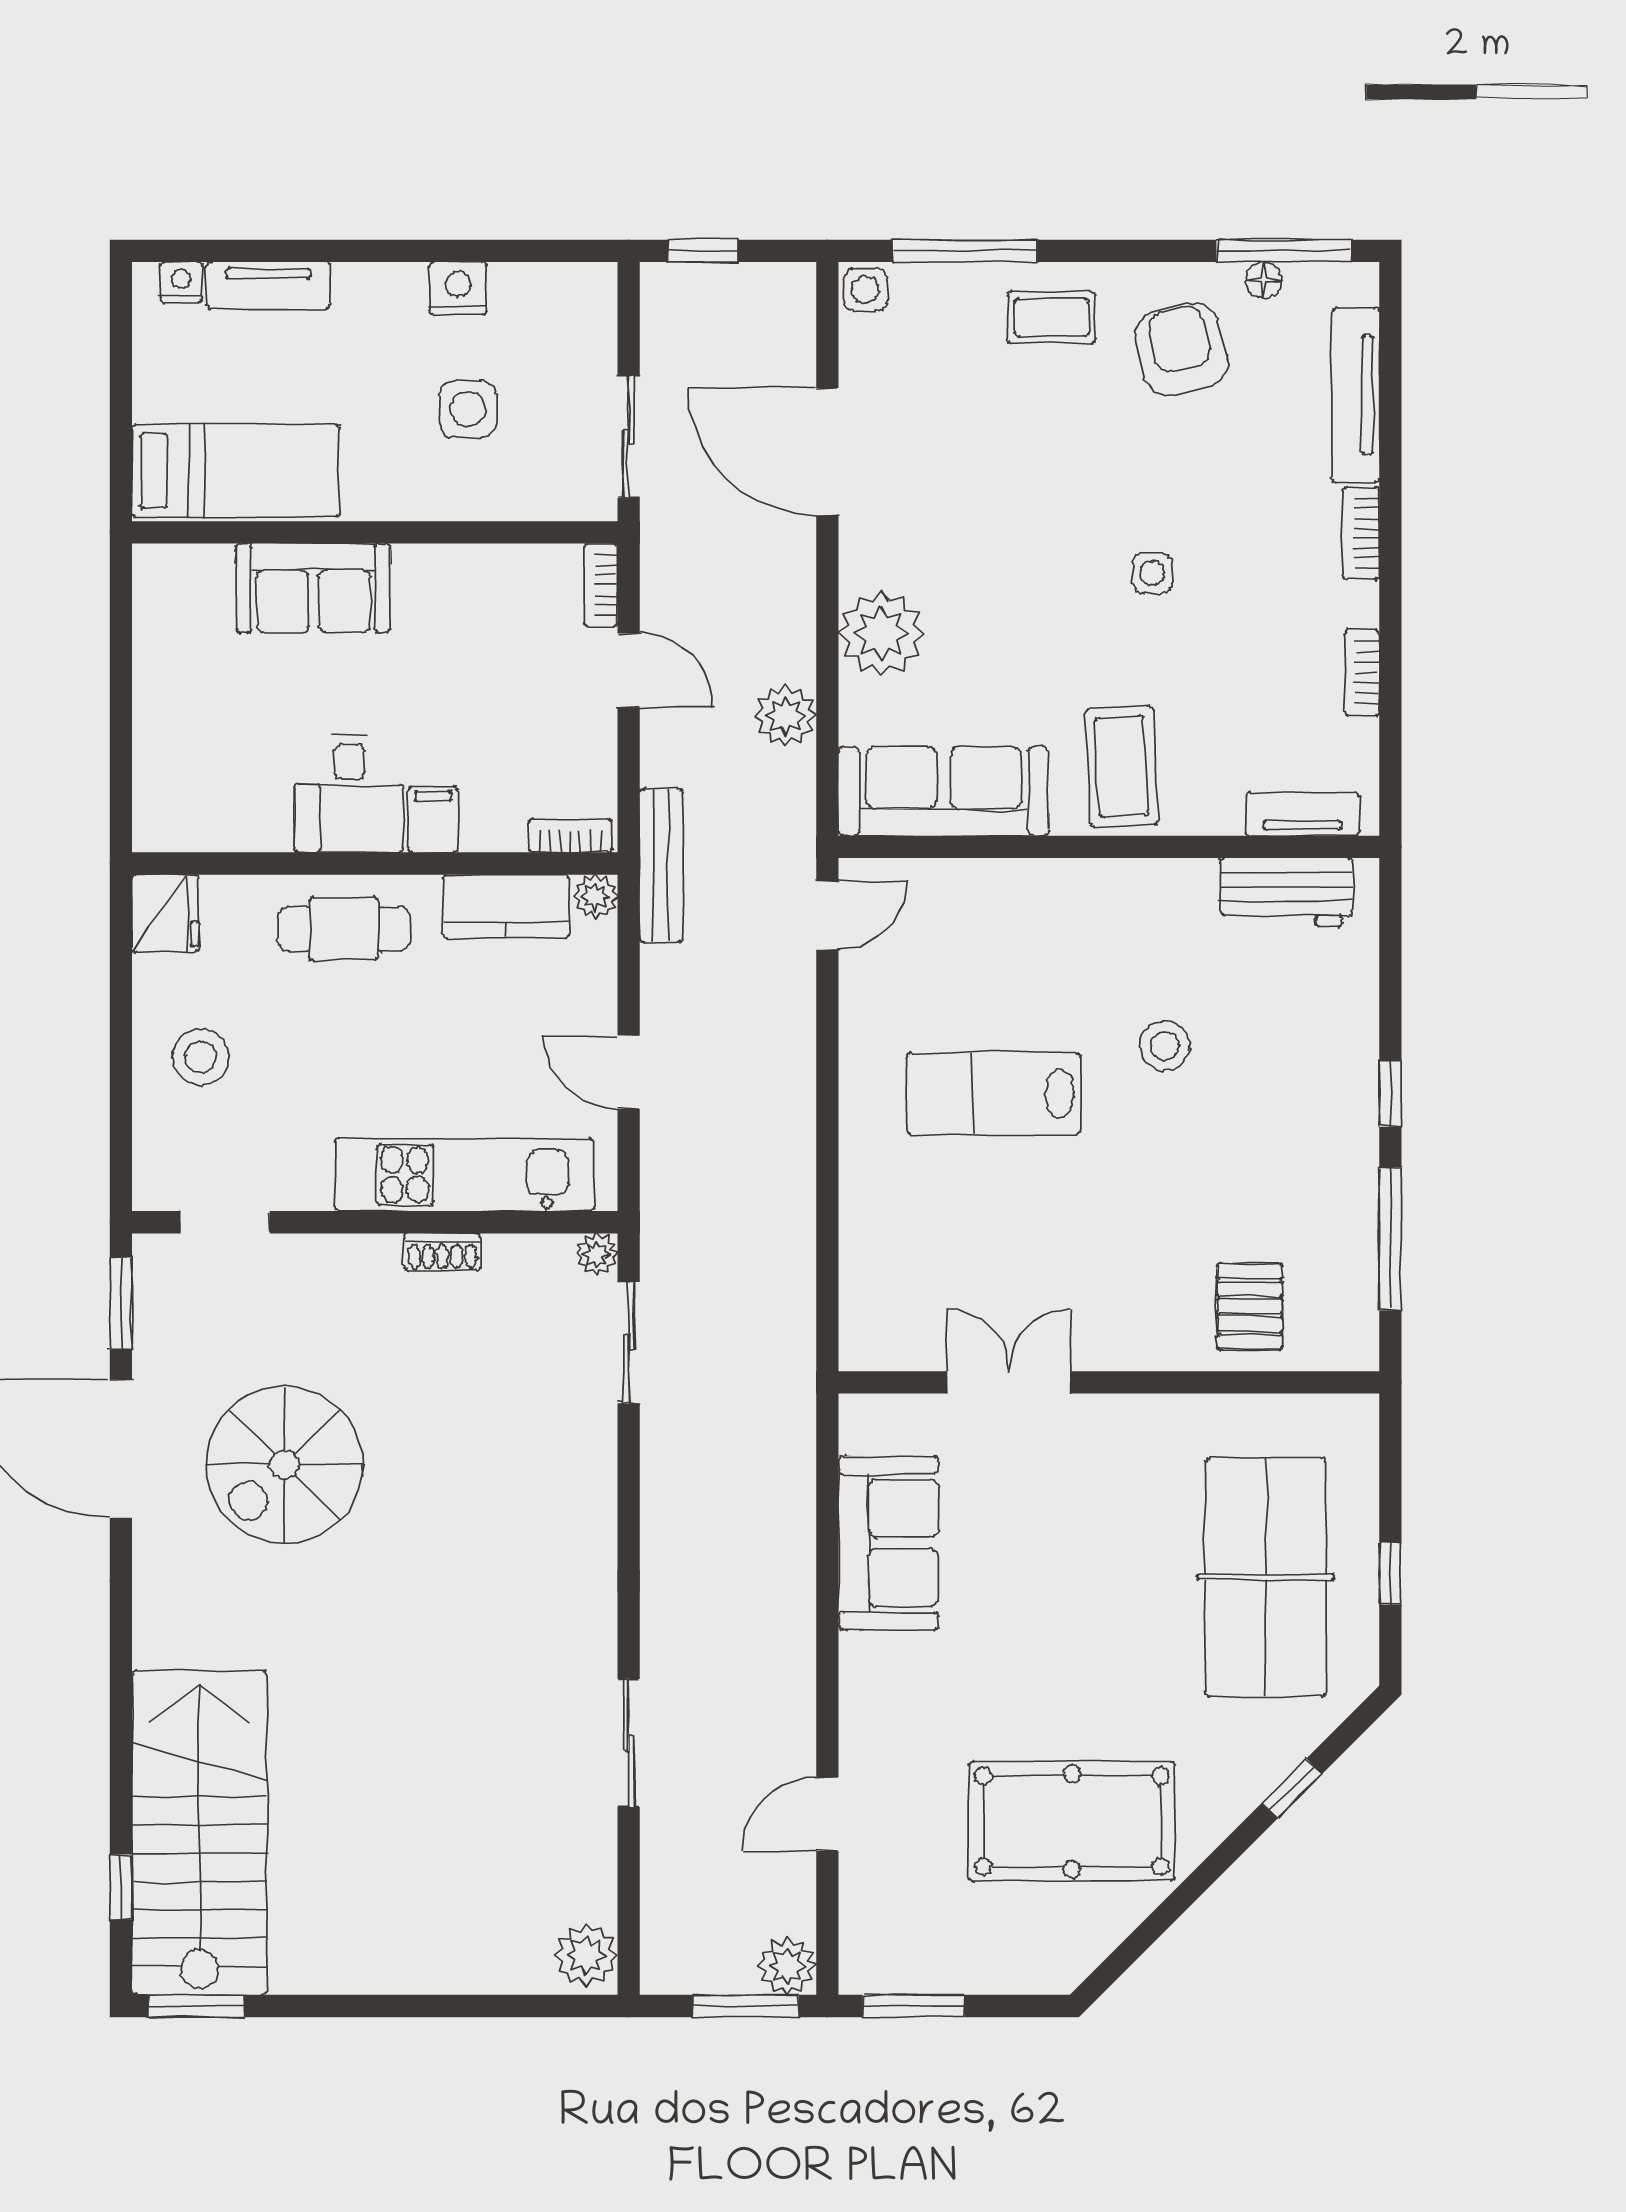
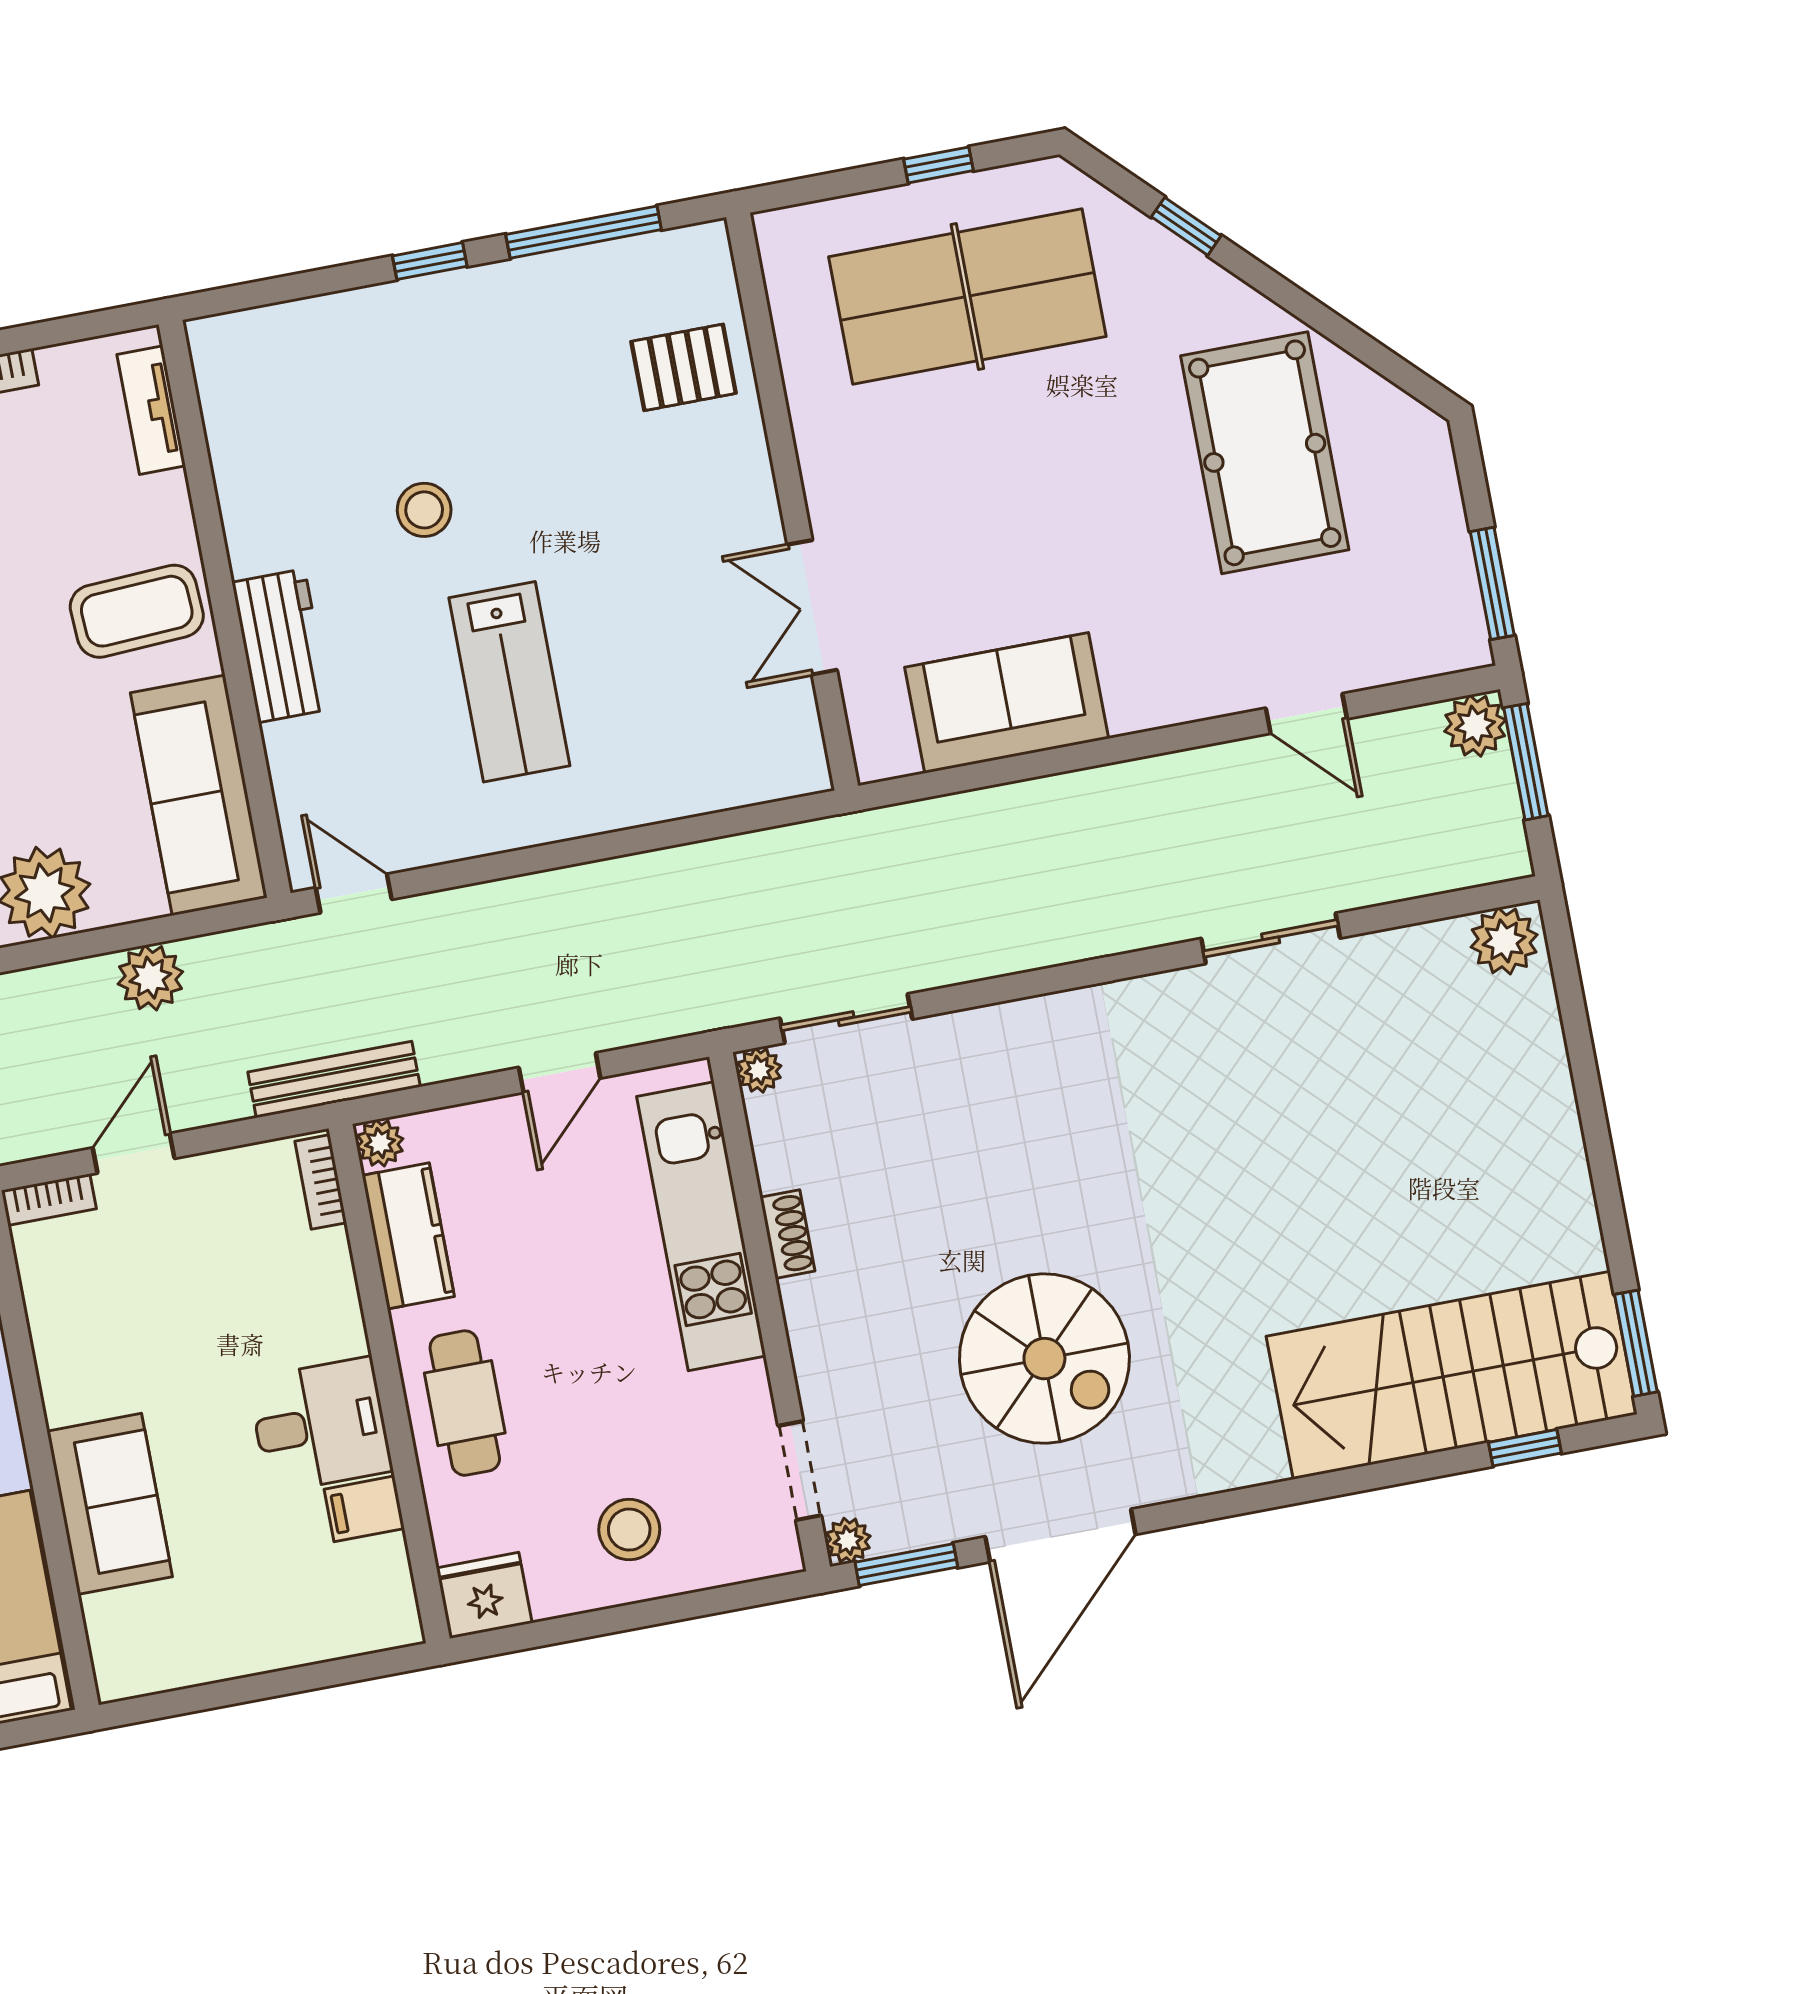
filing cabinet: (433, 819) -> (364, 1509), moved
workbench: (1286, 892) -> (281, 646), moved
plant: (153, 1254) -> (848, 1540), added

